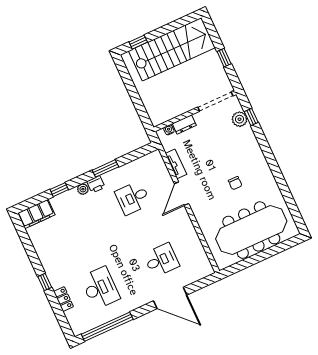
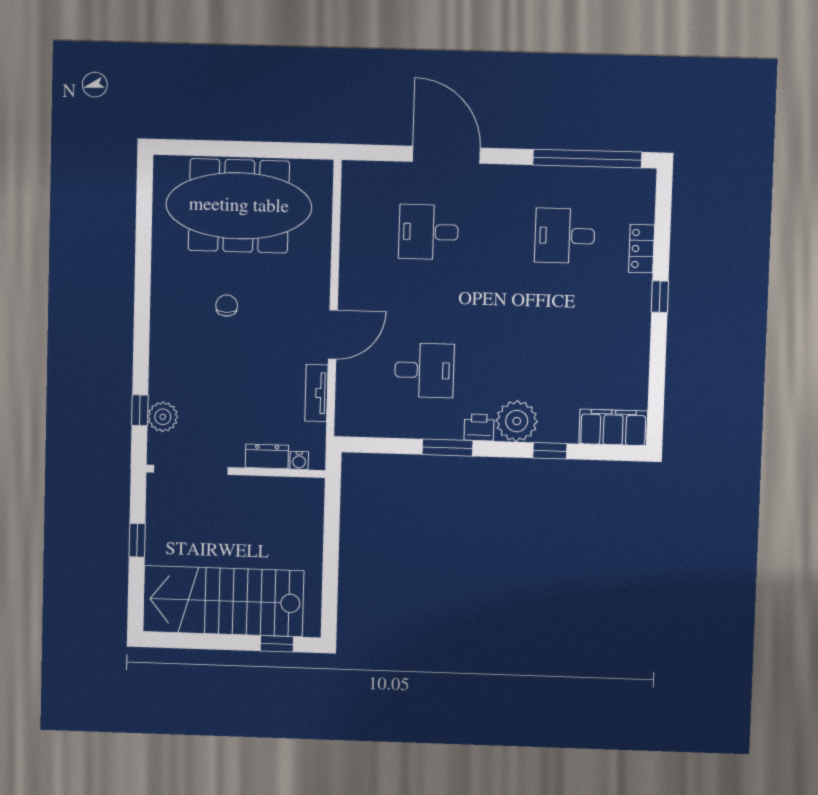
plant: (83, 189) -> (517, 421), width x1.88, depth x1.88
desk: (100, 288) -> (565, 236), width x0.73

